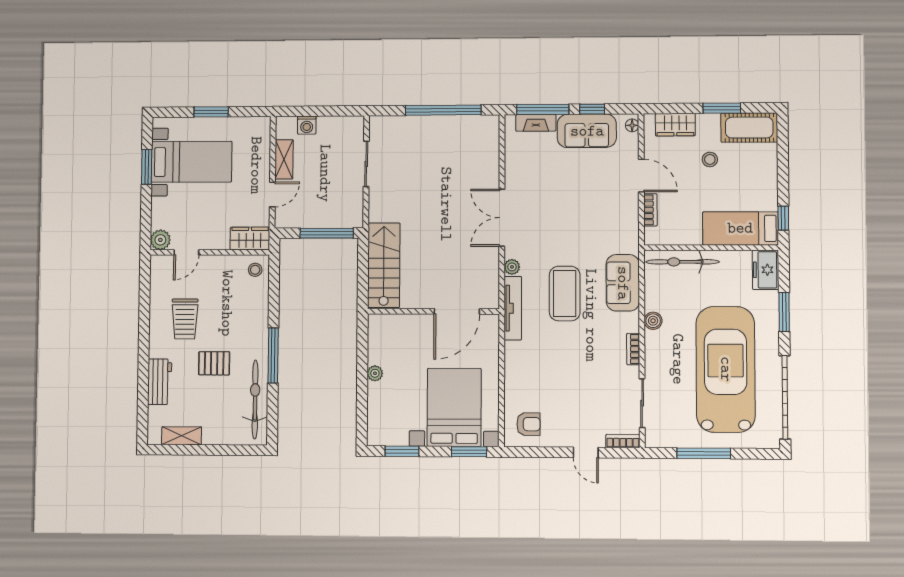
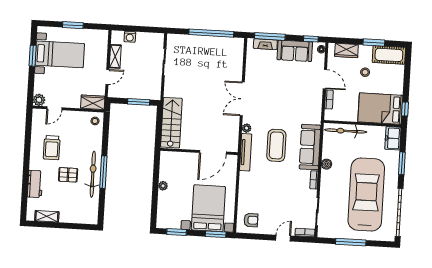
window: (592, 109) -> (311, 39), moved
bed: (740, 228) -> (380, 109), width x1.50
window: (327, 233) -> (139, 102), width x0.69
sofa: (623, 283) -> (310, 147), width x1.36
bicycle: (255, 399) -> (93, 174), moved
door: (586, 453) -> (283, 238), swing flipped

